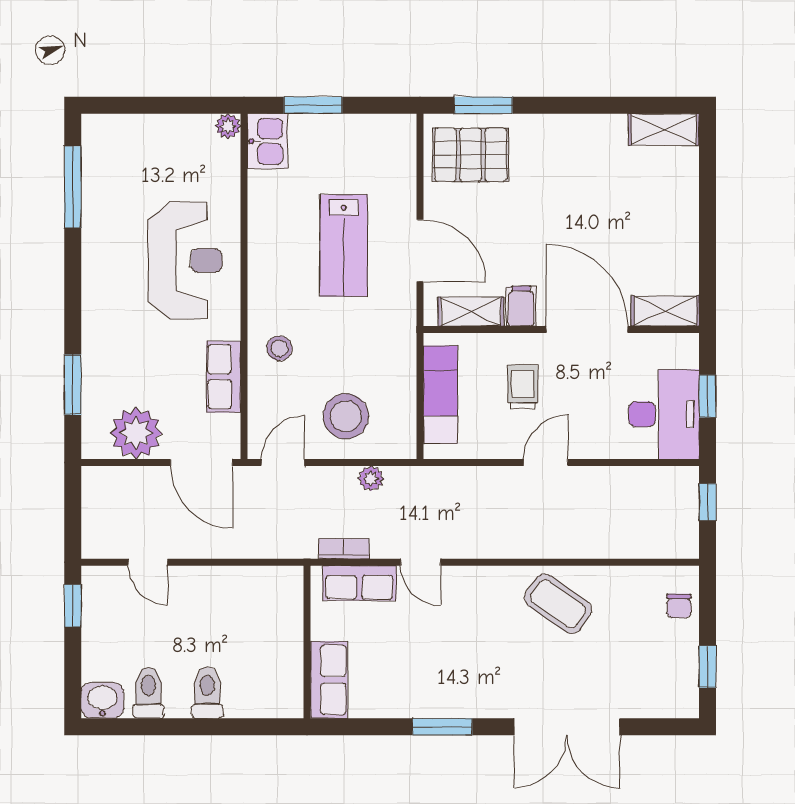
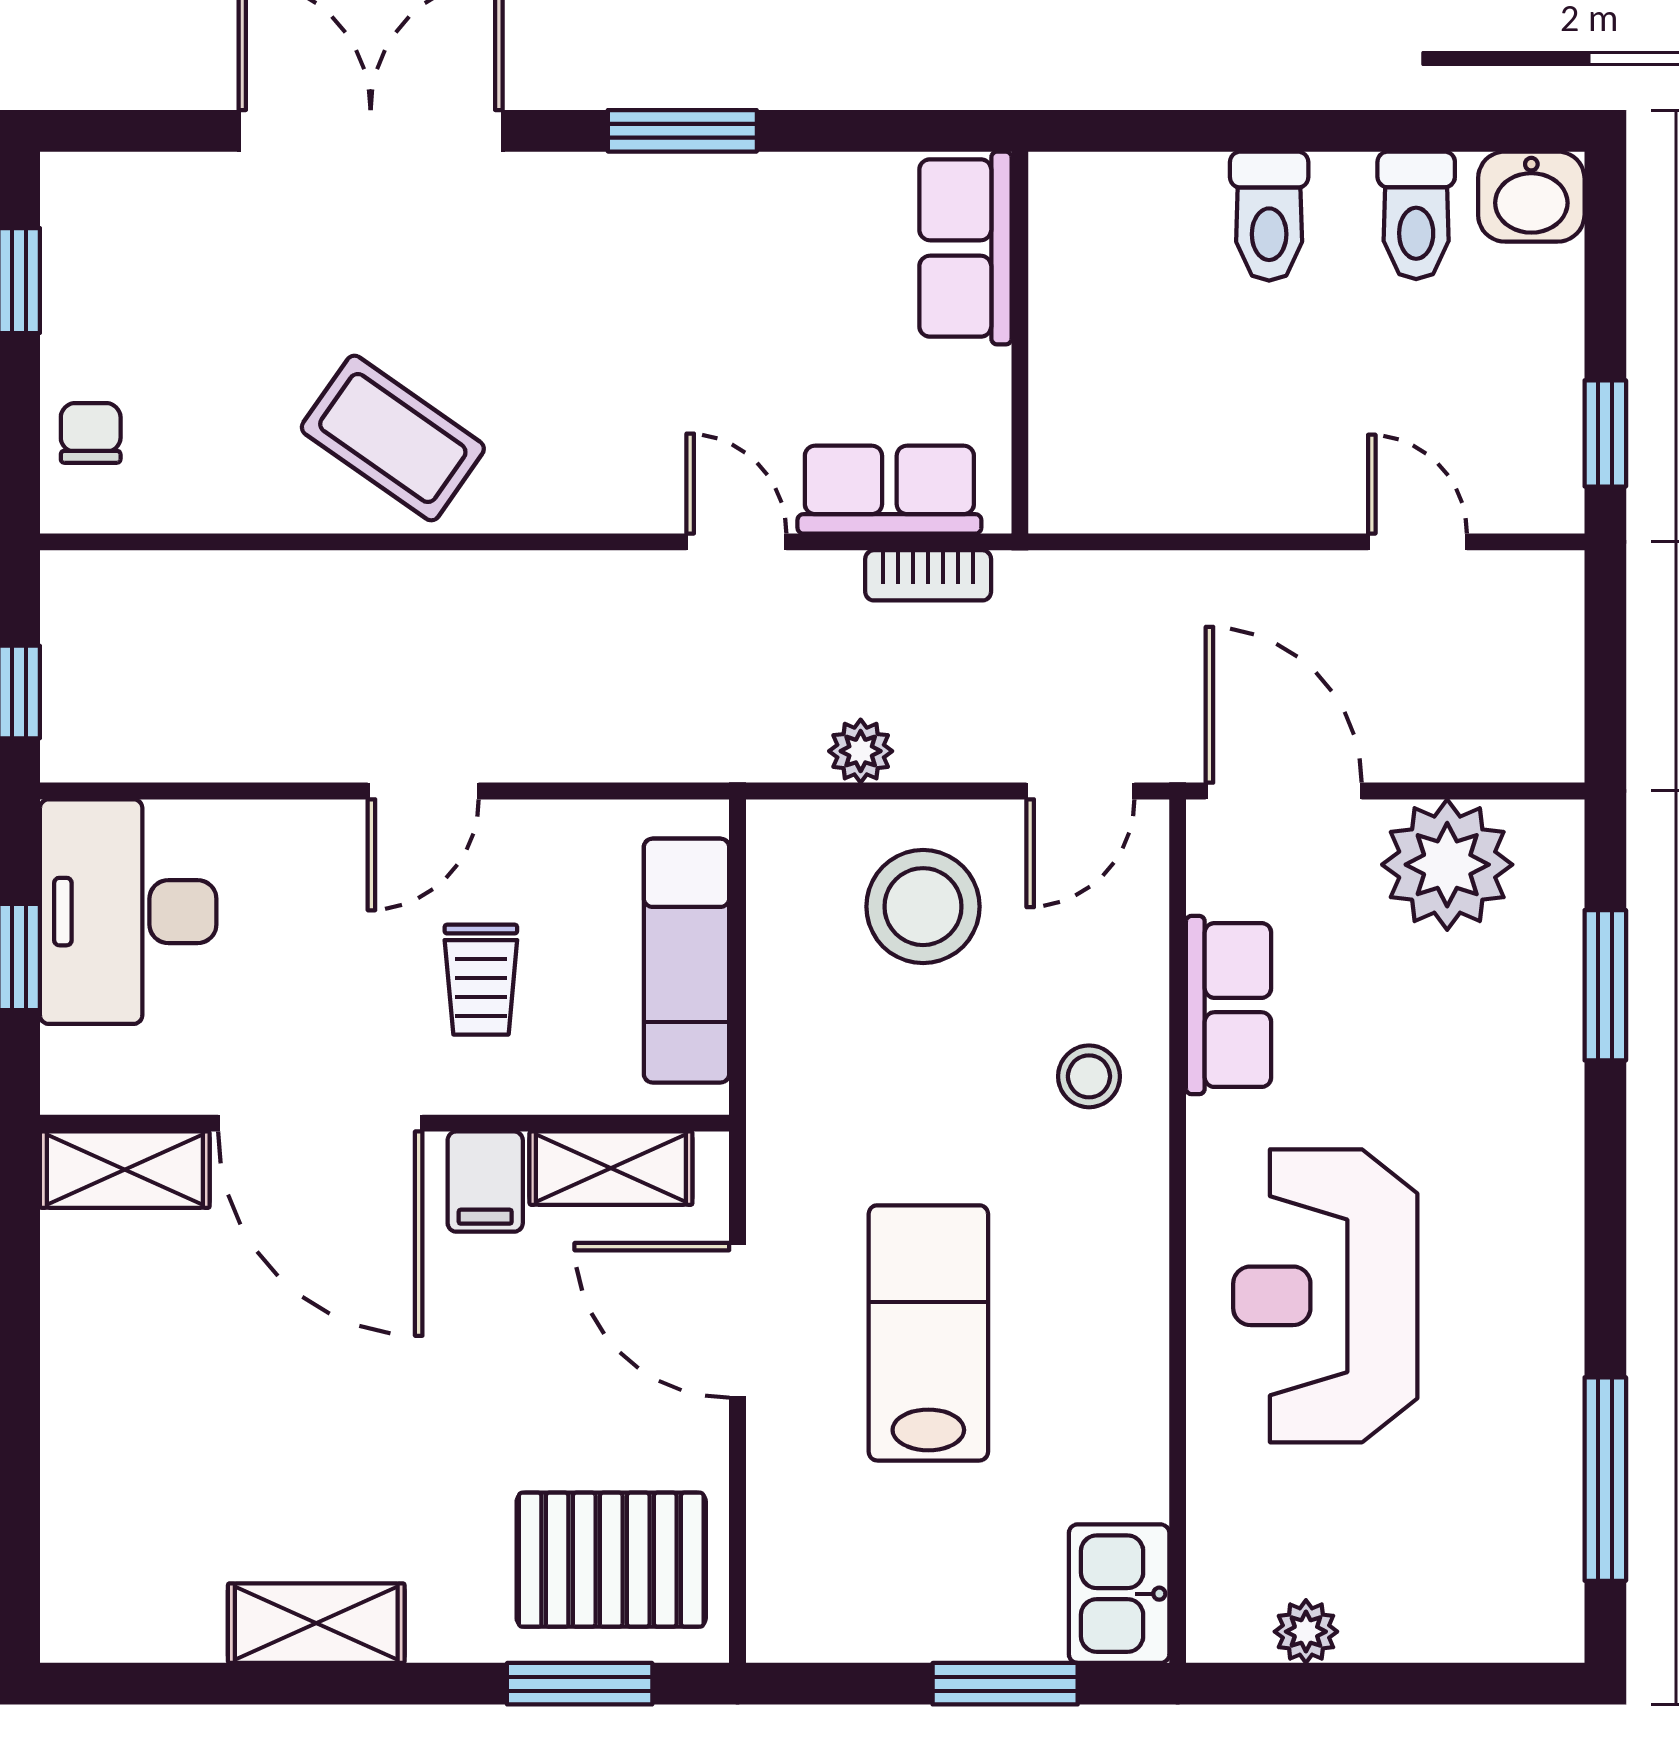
plant: (228, 126) -> (1306, 1632), moved
shelving: (664, 129) -> (316, 1623), moved

